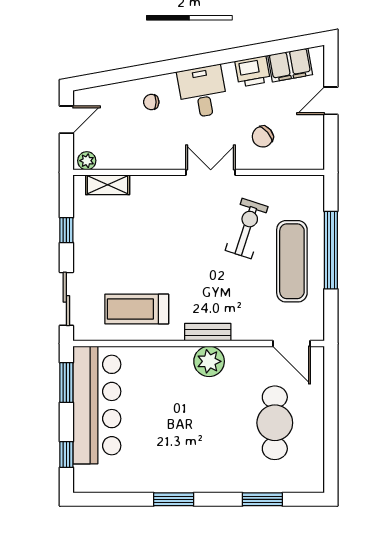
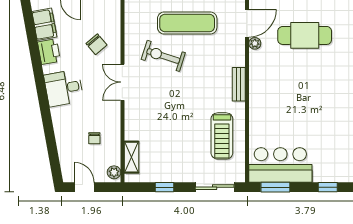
chair: (151, 102) -> (94, 138), moved
plant: (209, 361) -> (255, 43), moved, width x0.53, depth x0.53
bar counter: (97, 405) -> (280, 165), width x0.73

